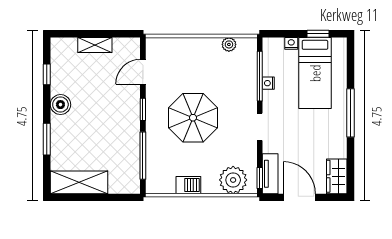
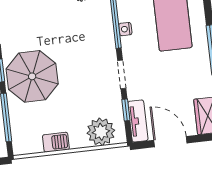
parasol: (193, 118) -> (32, 76), moved
window: (260, 178) -> (126, 110), moved

